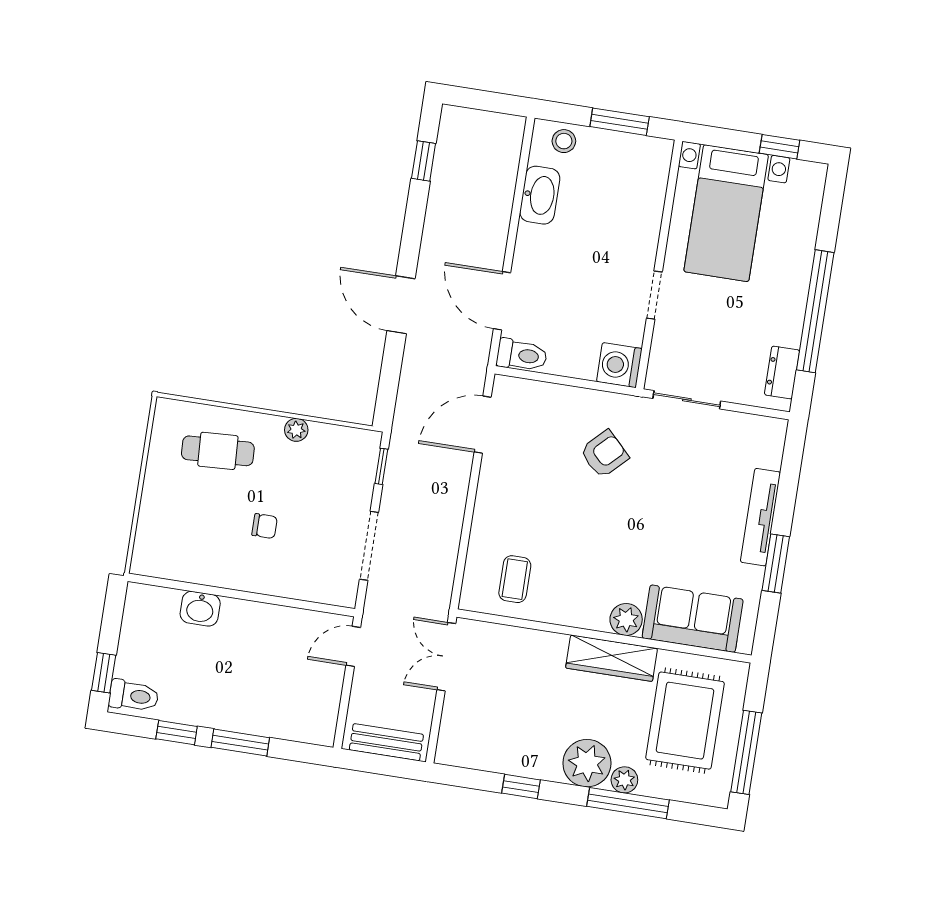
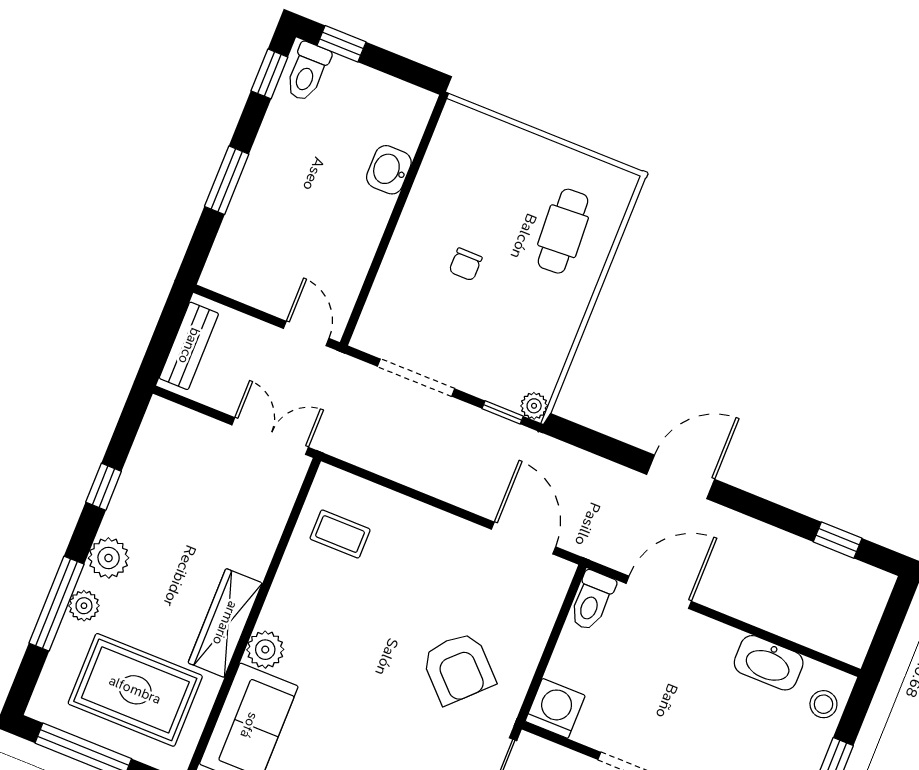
plant: (296, 430) -> (534, 406), moved
armchair: (604, 454) -> (458, 668), width x1.38, depth x1.38
window: (177, 733) -> (269, 74), moved
plant: (587, 763) -> (109, 558), width x0.73, depth x0.73

